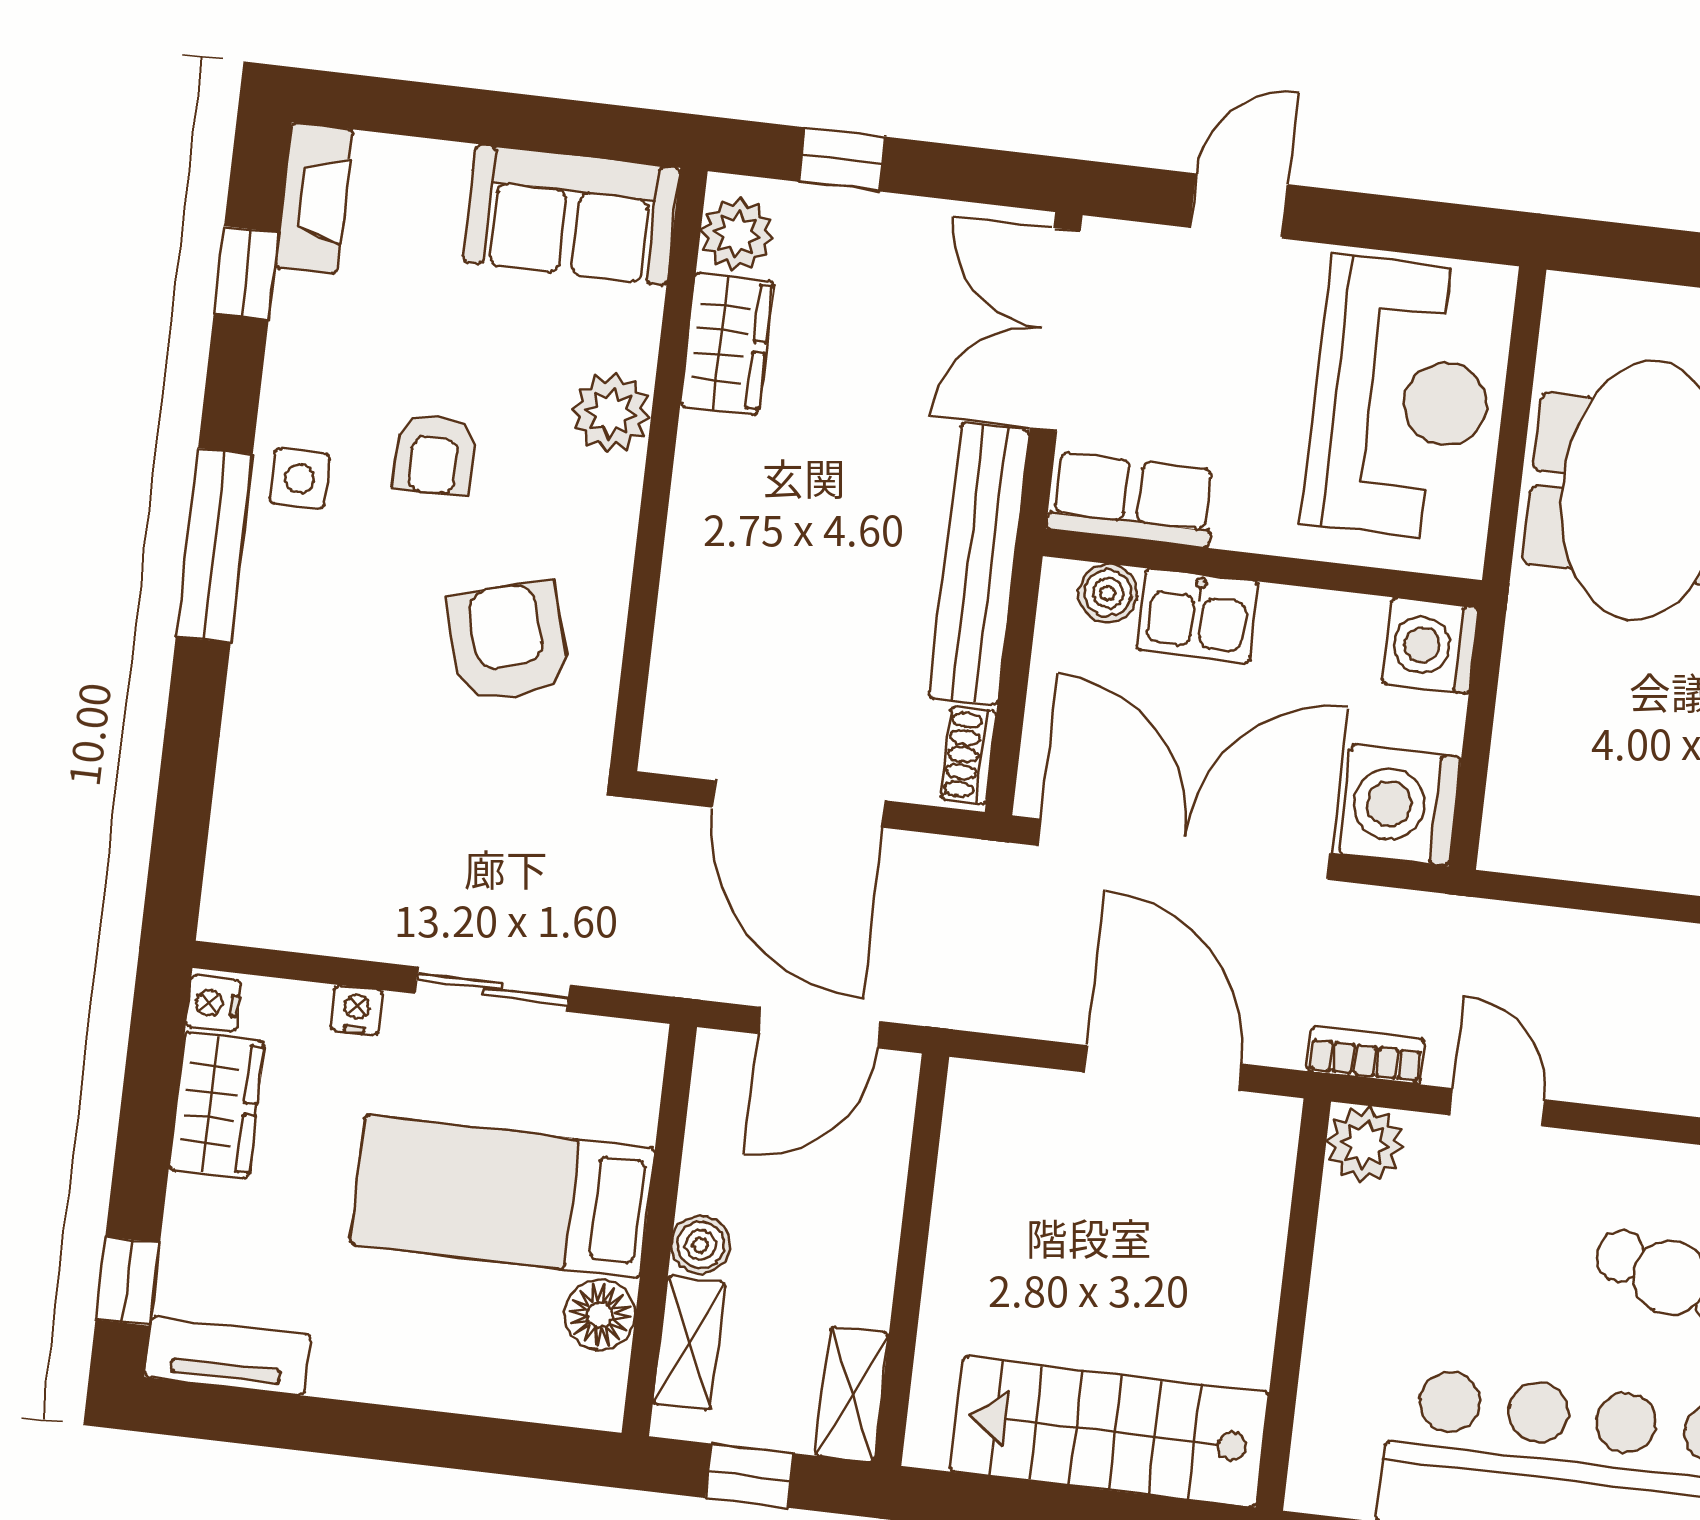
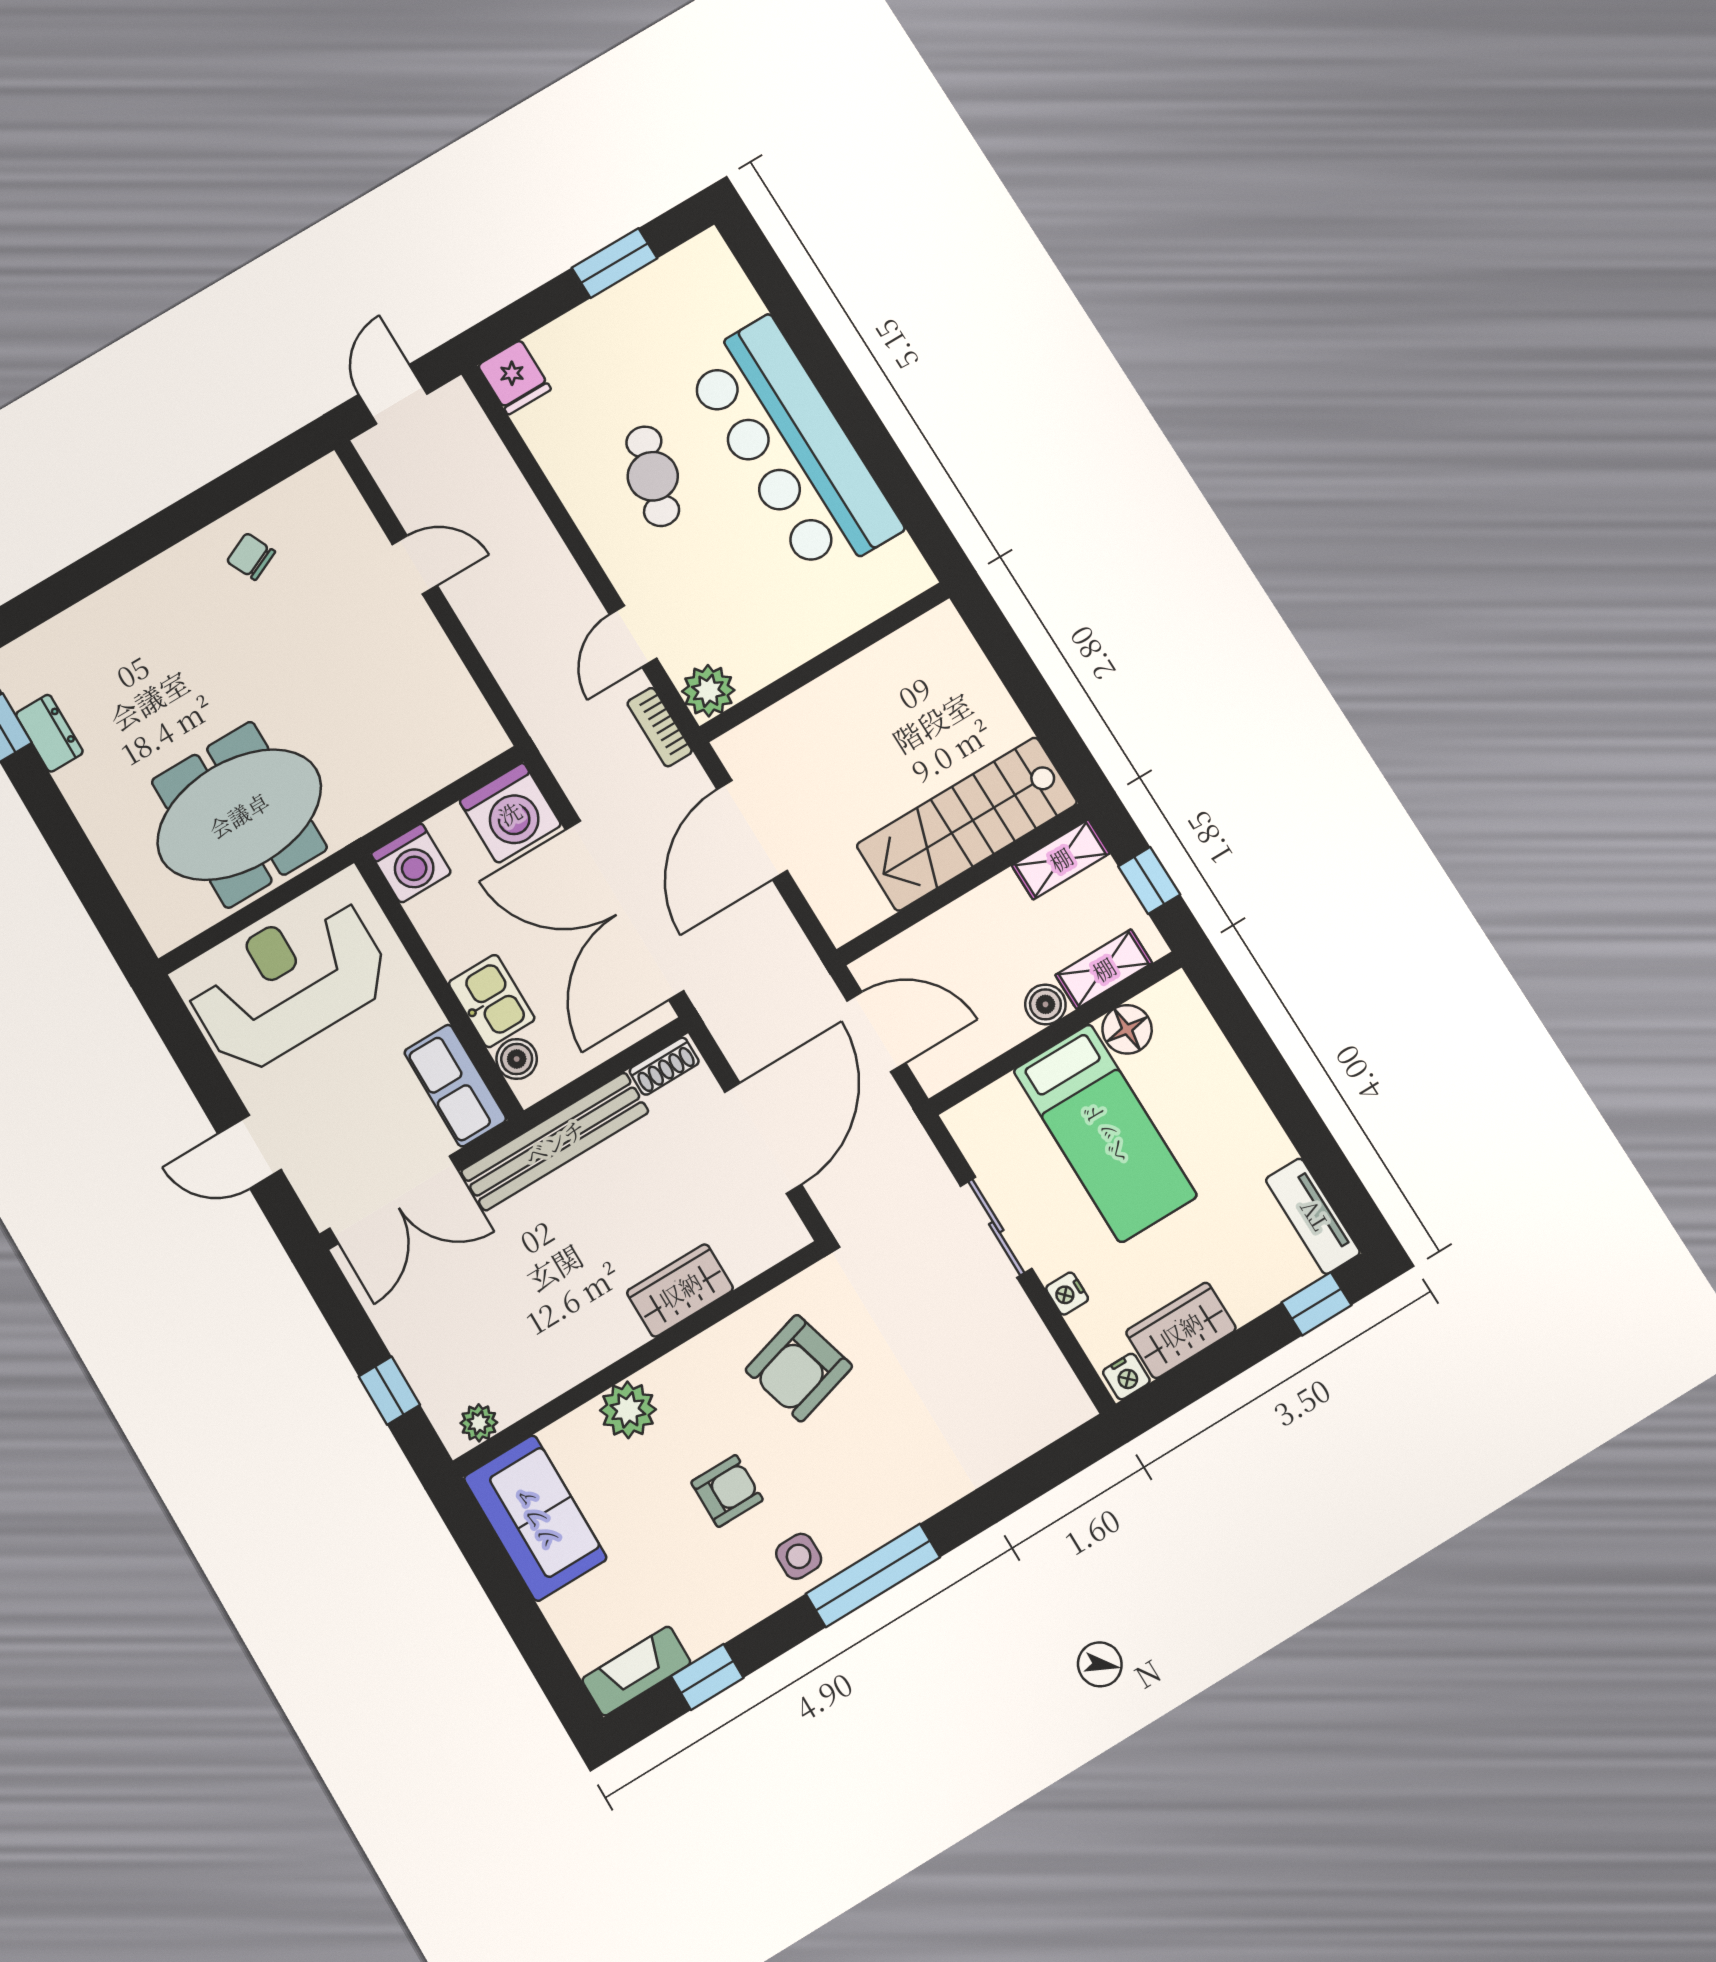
plant: (737, 234) -> (479, 1423), width x0.73, depth x0.73
wardrobe: (727, 343) -> (680, 1290), moved
stairs: (1109, 1432) -> (967, 824), moved, turned 90

